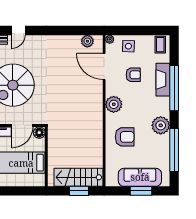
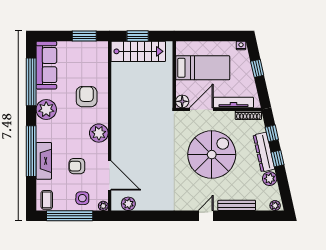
window: (140, 30) -> (70, 216), added
armchair: (125, 137) -> (87, 97), turned 90
sofa: (140, 177) -> (46, 65), moved, turned -90
window: (141, 191) -> (84, 36), moved

